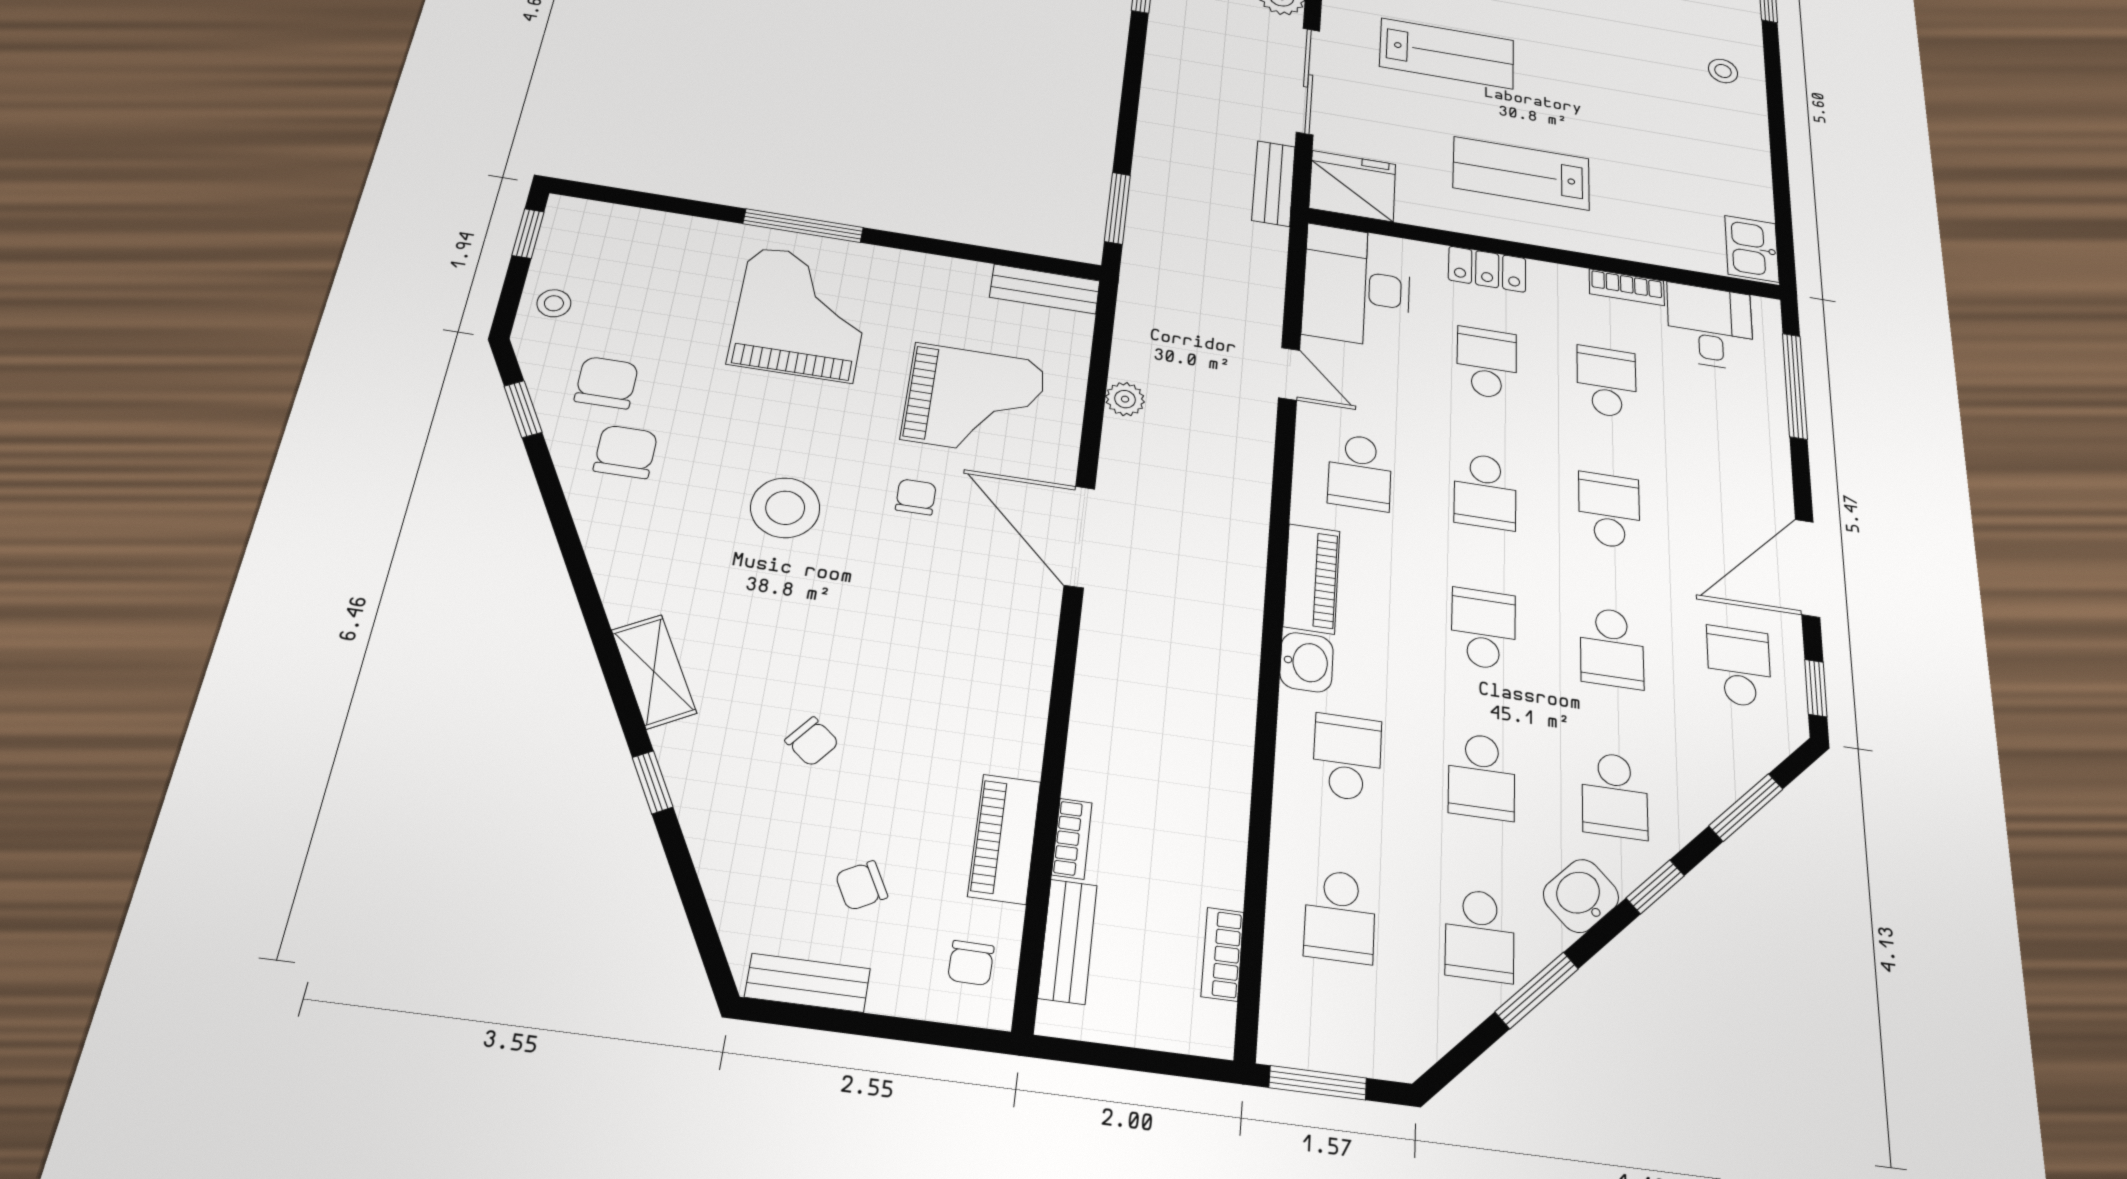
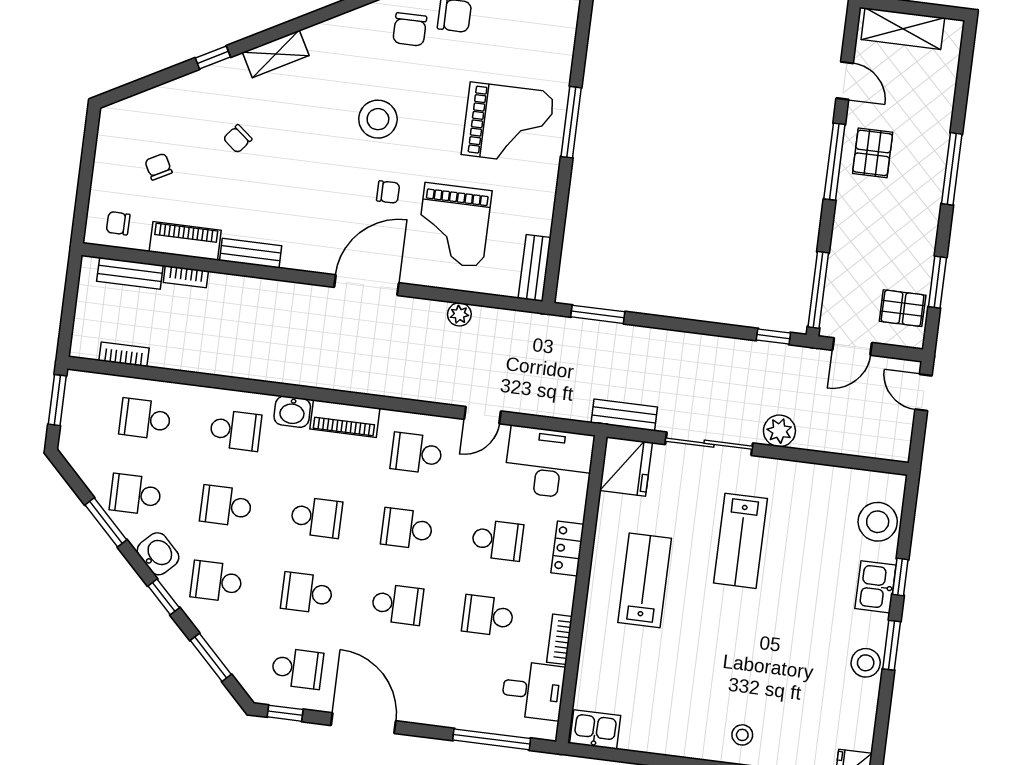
school desk: (1607, 382) -> (488, 616), turned 180
chair: (626, 452) -> (410, 29), turned 90
bench: (808, 983) -> (251, 253), moved, turned 90

